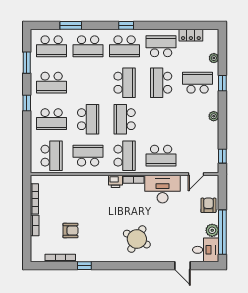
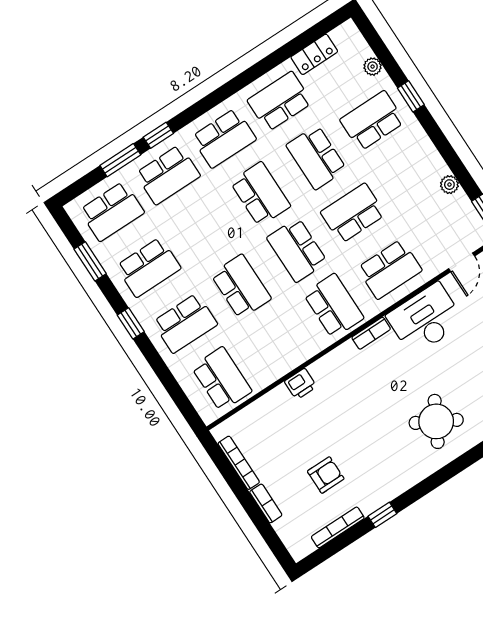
window: (126, 25) -> (158, 135), moved
plant: (214, 116) -> (449, 185), moved
school desk: (88, 156) -> (353, 213), moved
printer: (115, 181) -> (301, 384), moved

